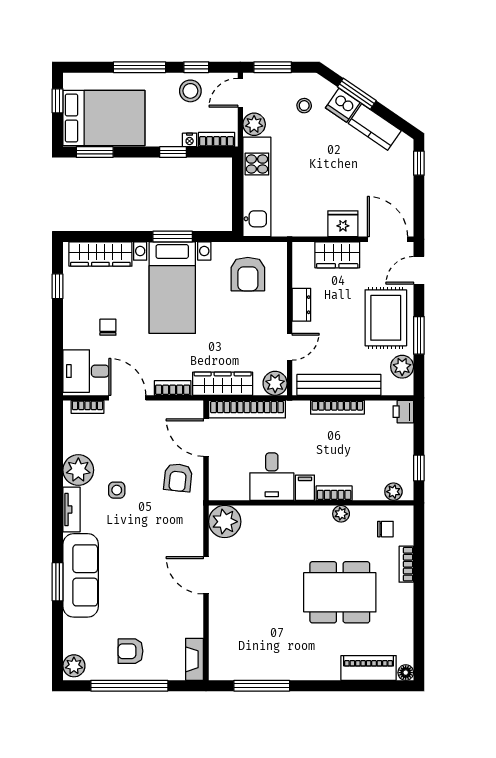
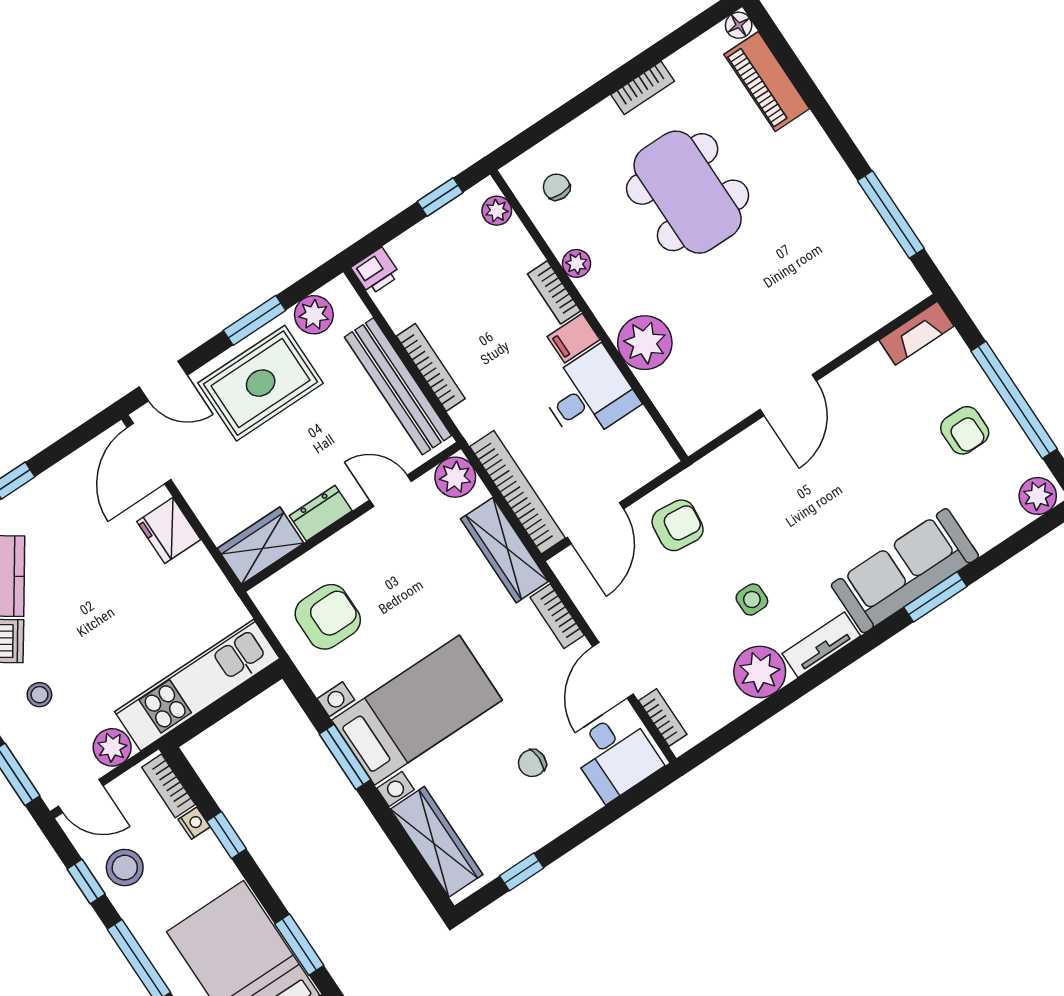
wardrobe: (337, 255) -> (261, 546), moved, turned -90
plant: (225, 522) -> (645, 343), moved
bookcase: (406, 564) -> (643, 88), moved

